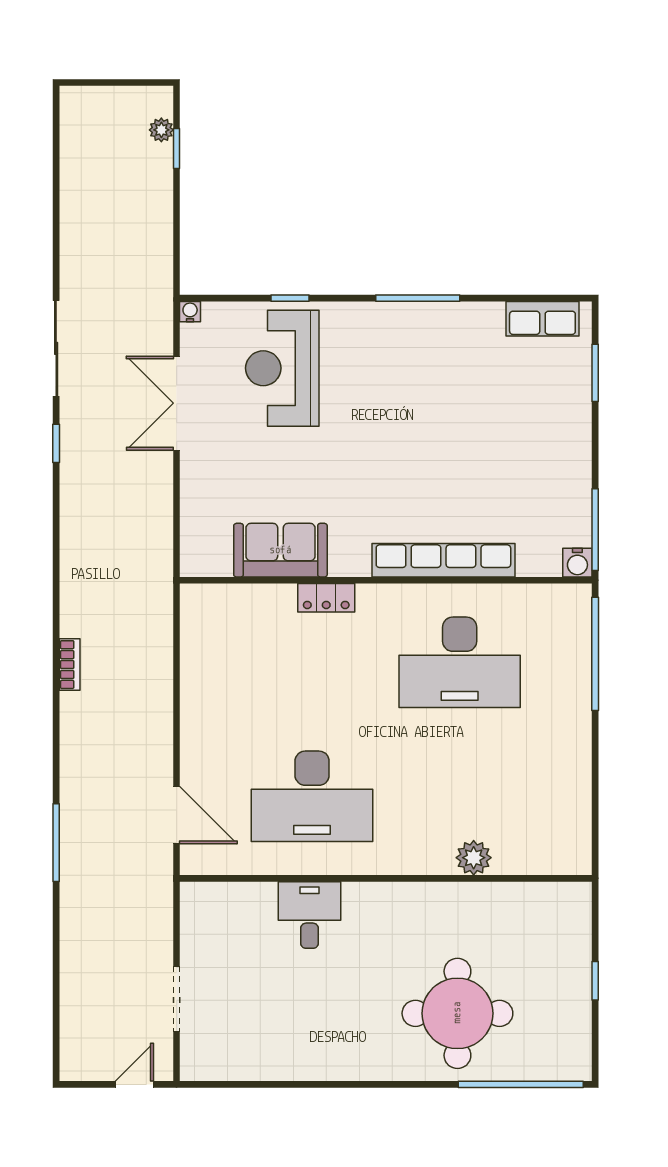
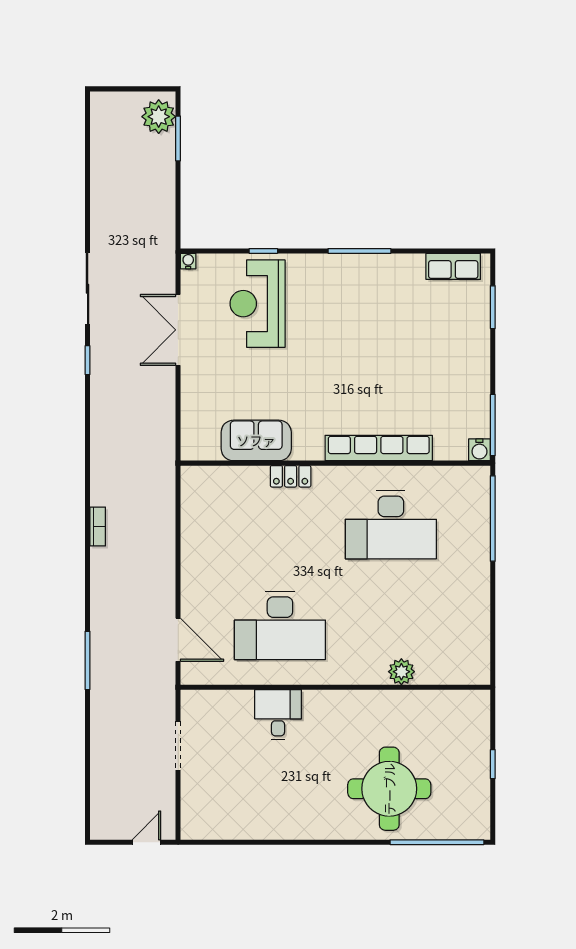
plant: (161, 130) -> (159, 117), width x1.88, depth x1.88
window: (177, 148) -> (178, 138), width x1.50
doorway: (177, 999) -> (178, 746), moved

